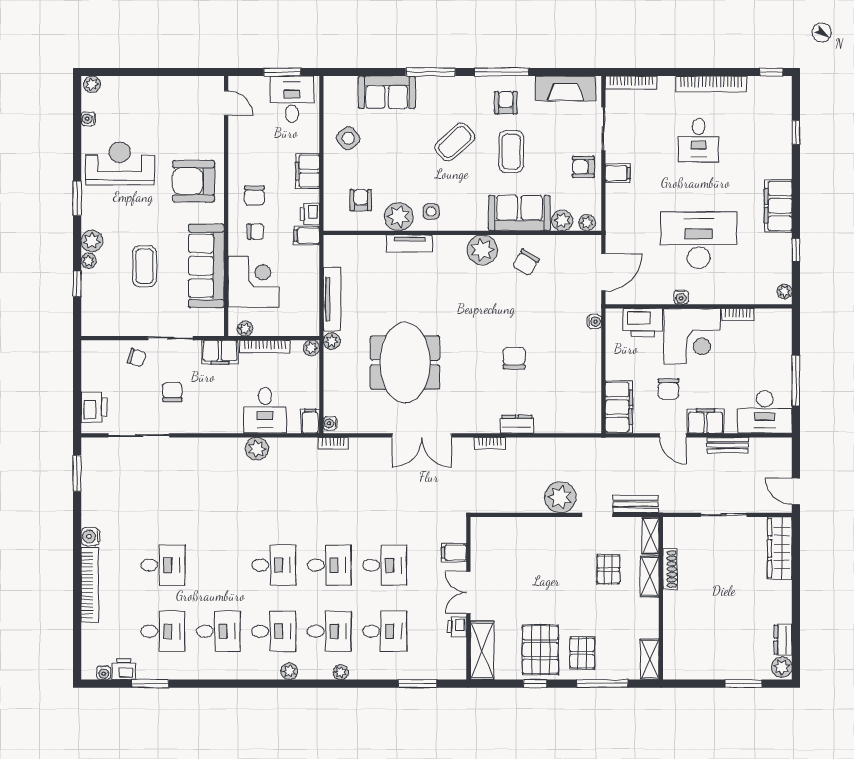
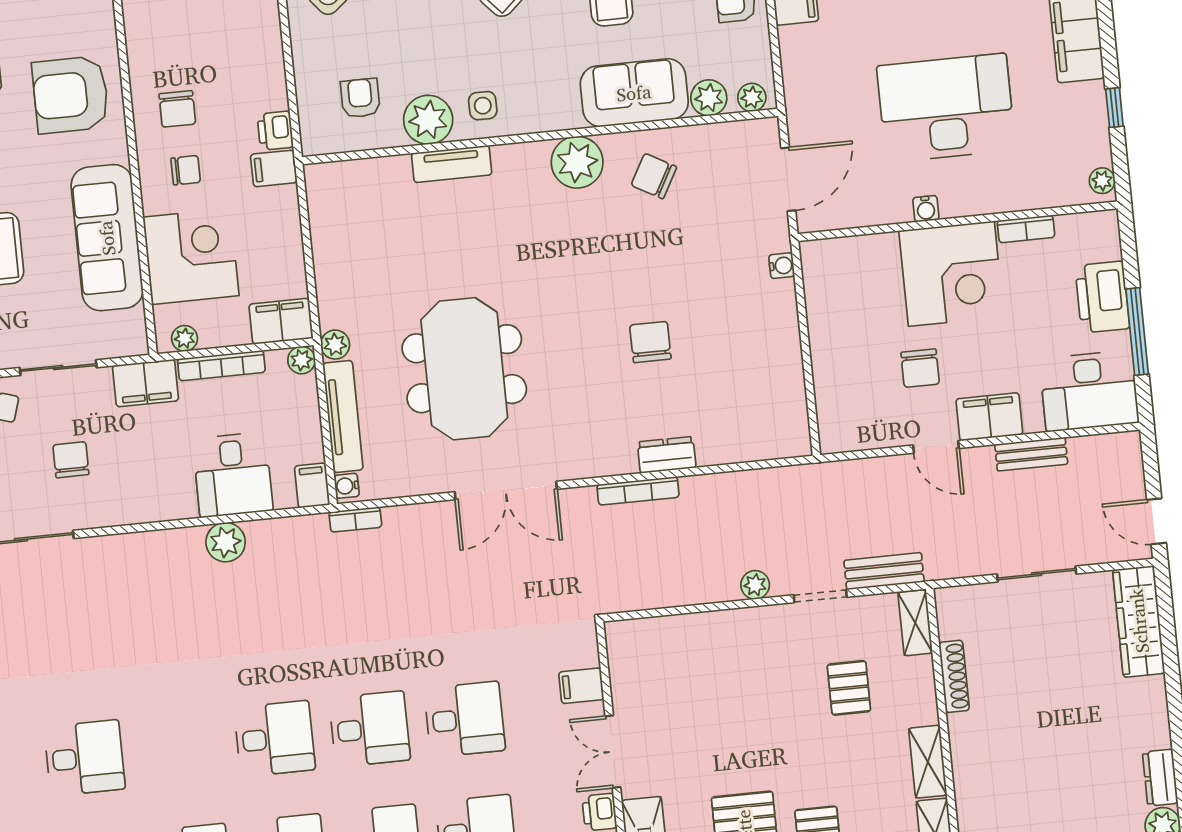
filing cabinet: (308, 171) -> (281, 321), moved, turned 90
chair: (526, 262) -> (654, 176), turned 87
tv unit: (332, 299) -> (343, 416), moved
printer: (643, 322) -> (1102, 297), moved, turned 90
filing cabinet: (619, 407) -> (839, 408), removed
bookcase: (490, 443) -> (638, 491), width x1.56
plant: (560, 497) -> (755, 585), width x0.53, depth x0.53
shelving: (650, 576) -> (928, 762), moved

